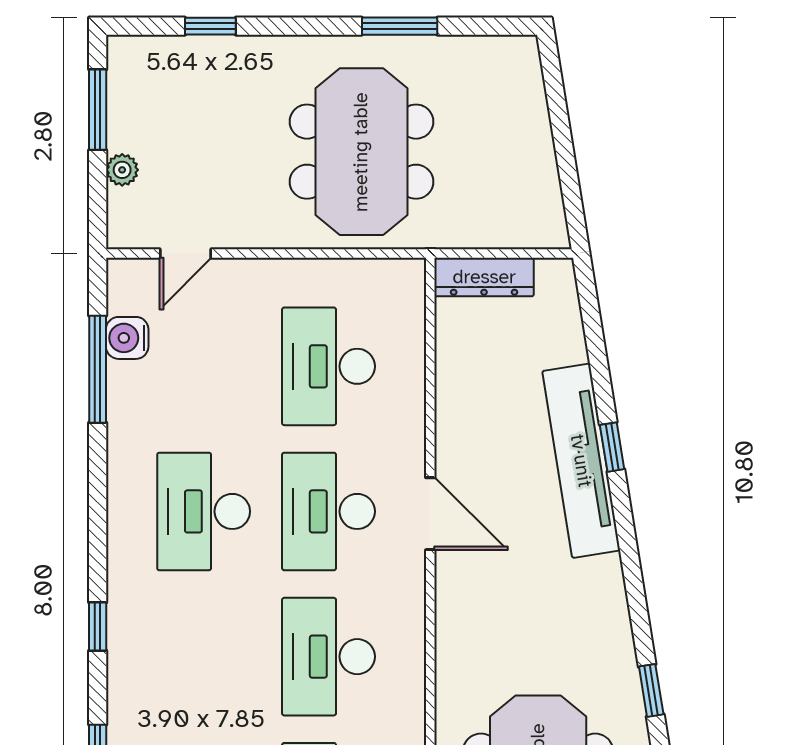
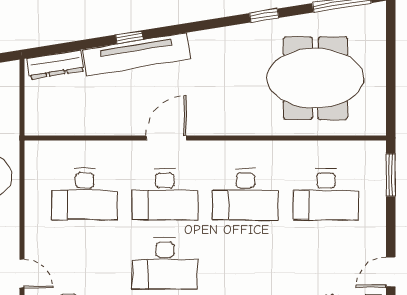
dresser: (484, 277) -> (56, 65), moved, turned 81

